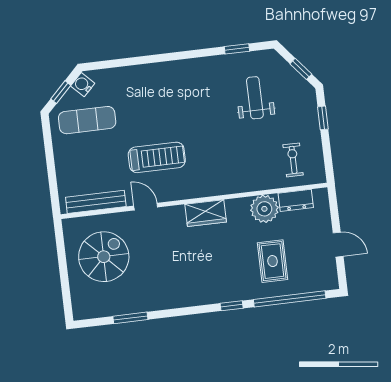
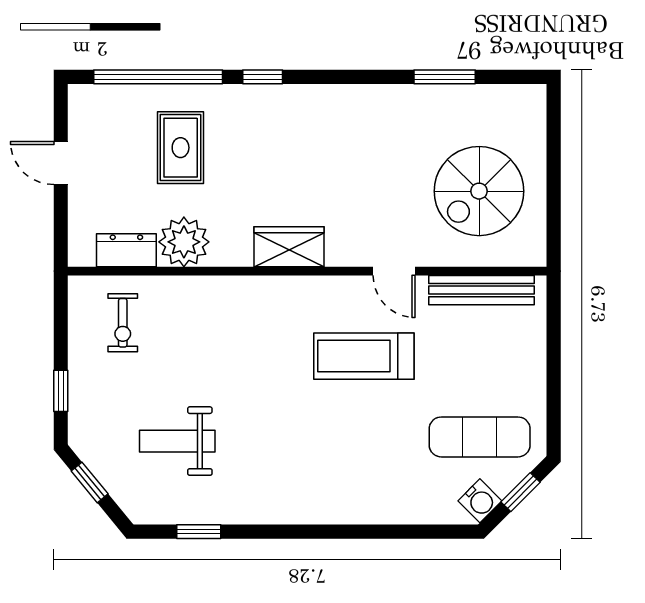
weight bench: (255, 98) -> (177, 441), turned 90

